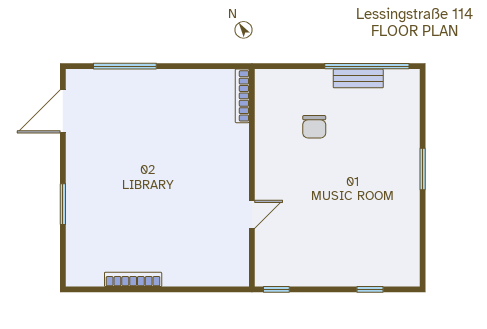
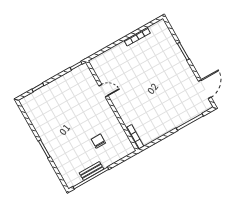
door: (252, 214) -> (104, 91), swing flipped

